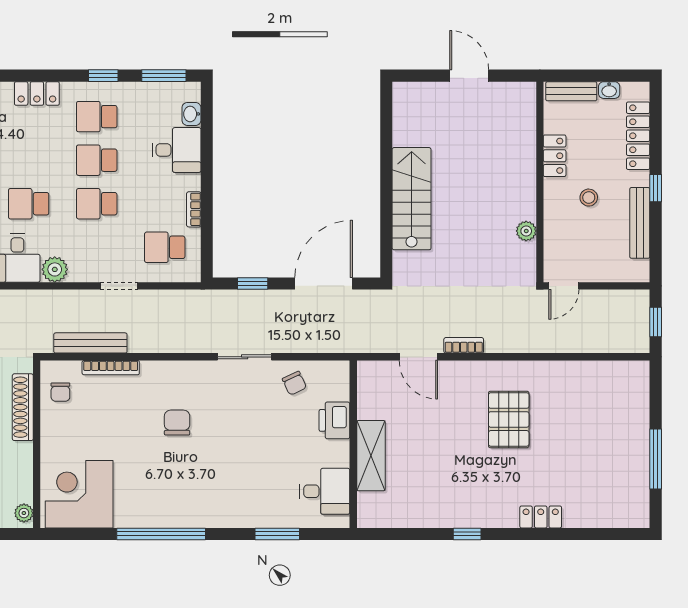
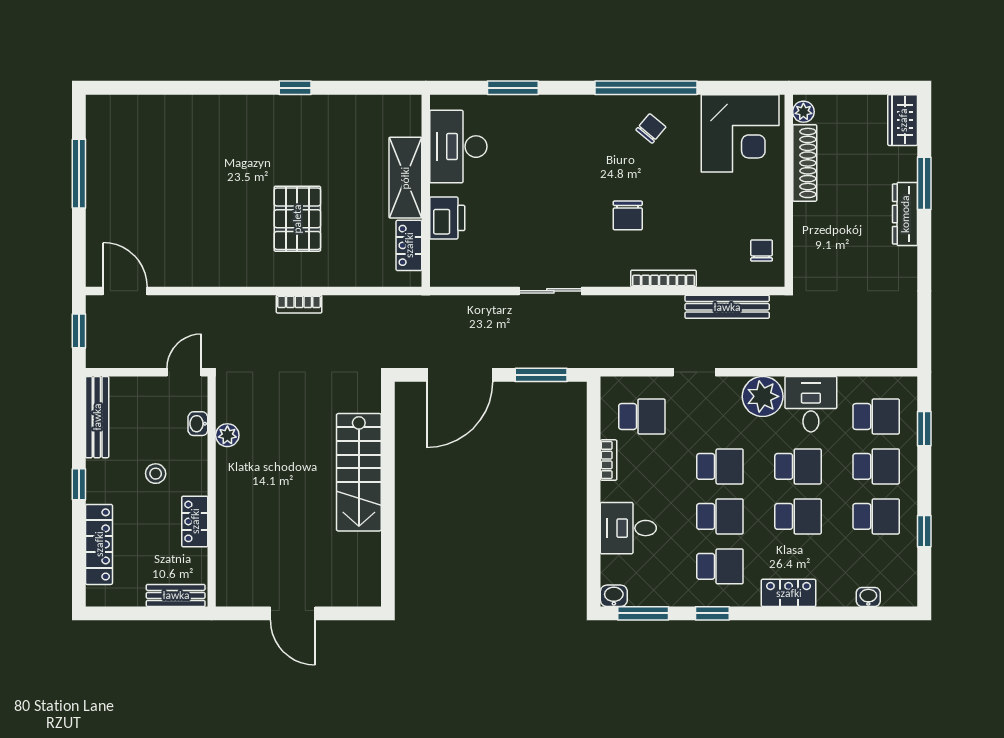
washbasin: (609, 90) -> (198, 424), moved, turned -90
washbasin: (191, 114) -> (614, 596), moved, turned -90
school desk: (29, 160) -> (798, 516), added
bench: (640, 223) -> (97, 417), moved
plant: (55, 269) -> (763, 396), width x1.36, depth x1.36
window: (253, 284) -> (541, 375), width x1.50
door: (418, 357) -> (125, 291), moved
bookcase: (111, 368) -> (663, 279), moved
chair: (294, 383) -> (651, 128), moved, turned 65
shoe rack: (23, 407) -> (805, 163), moved
pallet: (509, 419) -> (297, 219), moved
desk: (325, 491) -> (458, 147), width x1.37
locker: (541, 517) -> (409, 245), moved, turned 90

